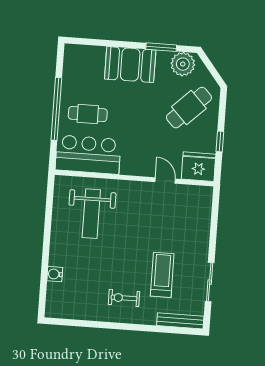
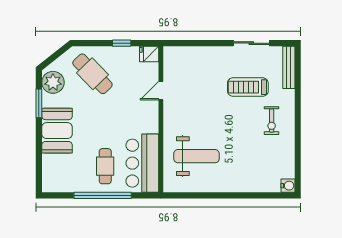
fridge: (199, 167) -> (149, 54), width x0.53, depth x0.75
water cooler: (55, 274) -> (288, 186), moved, turned -90

